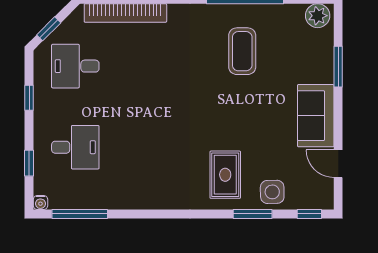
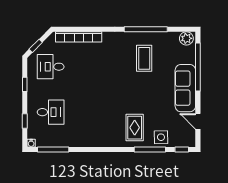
window: (338, 67) -> (198, 67), width x2.11
sofa: (316, 116) -> (185, 88), width x1.36
window: (253, 214) -> (150, 150), width x1.44

